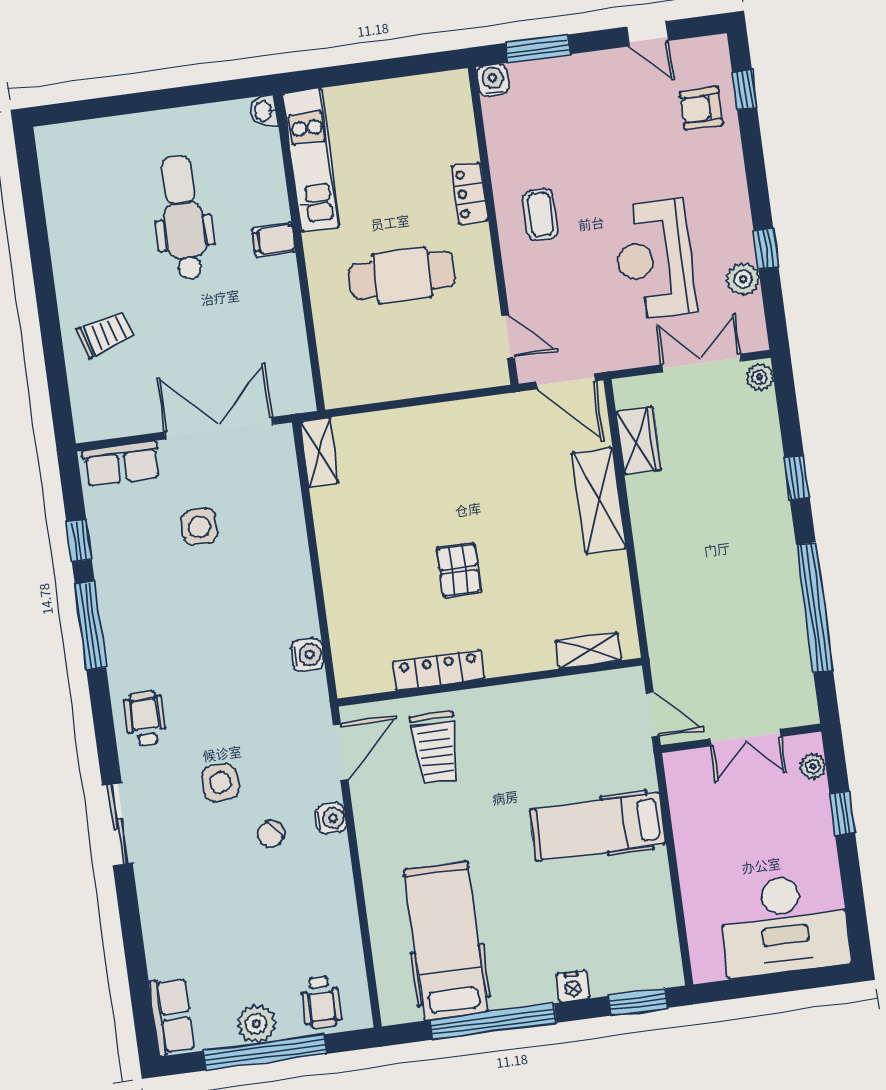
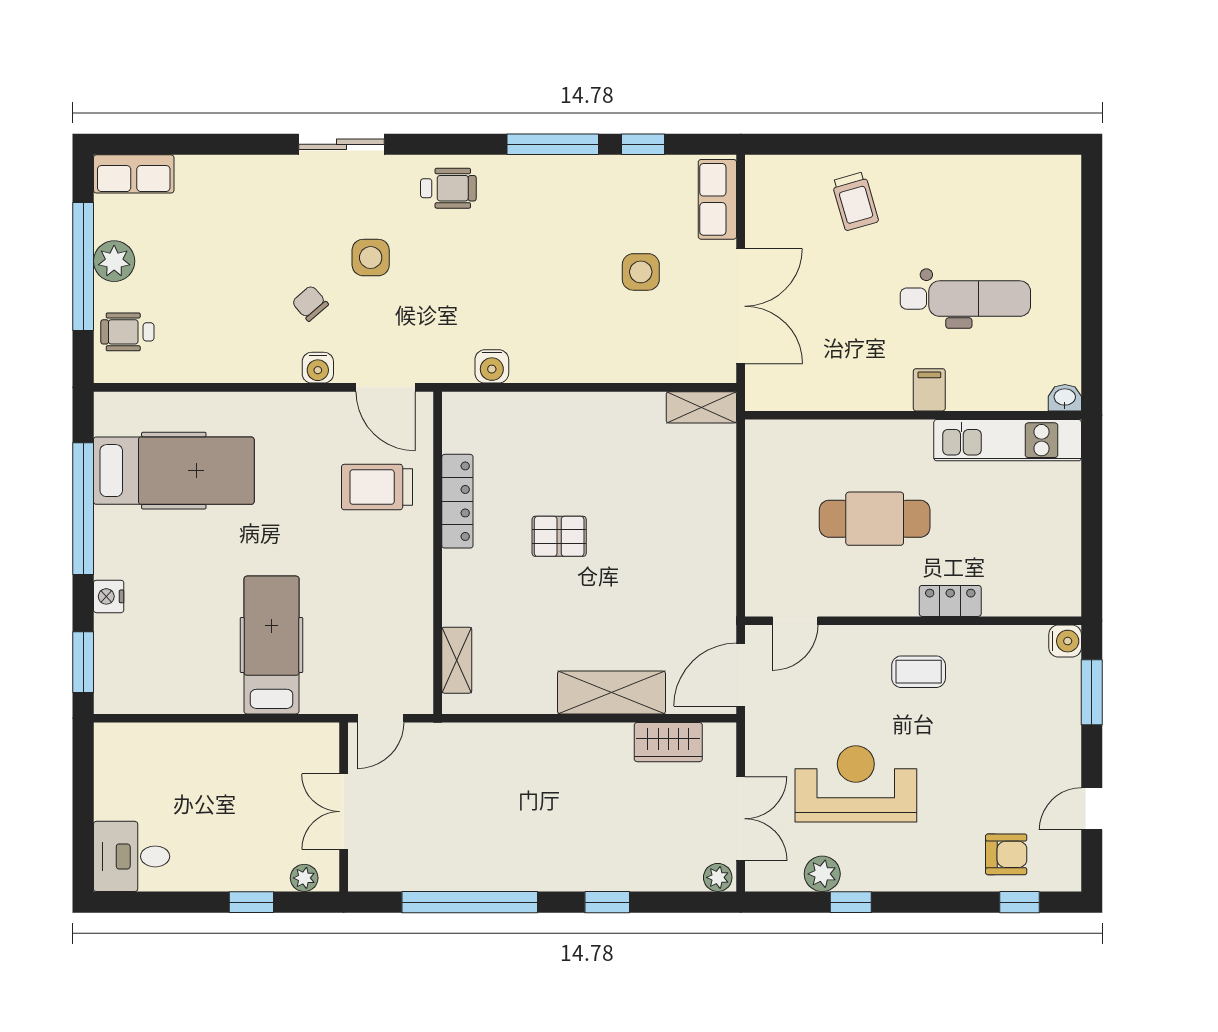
armchair: (701, 108) -> (1006, 854), turned 90
cafe table: (402, 275) -> (875, 519), turned 90
desk: (784, 925) -> (132, 856), width x0.53, depth x0.77

